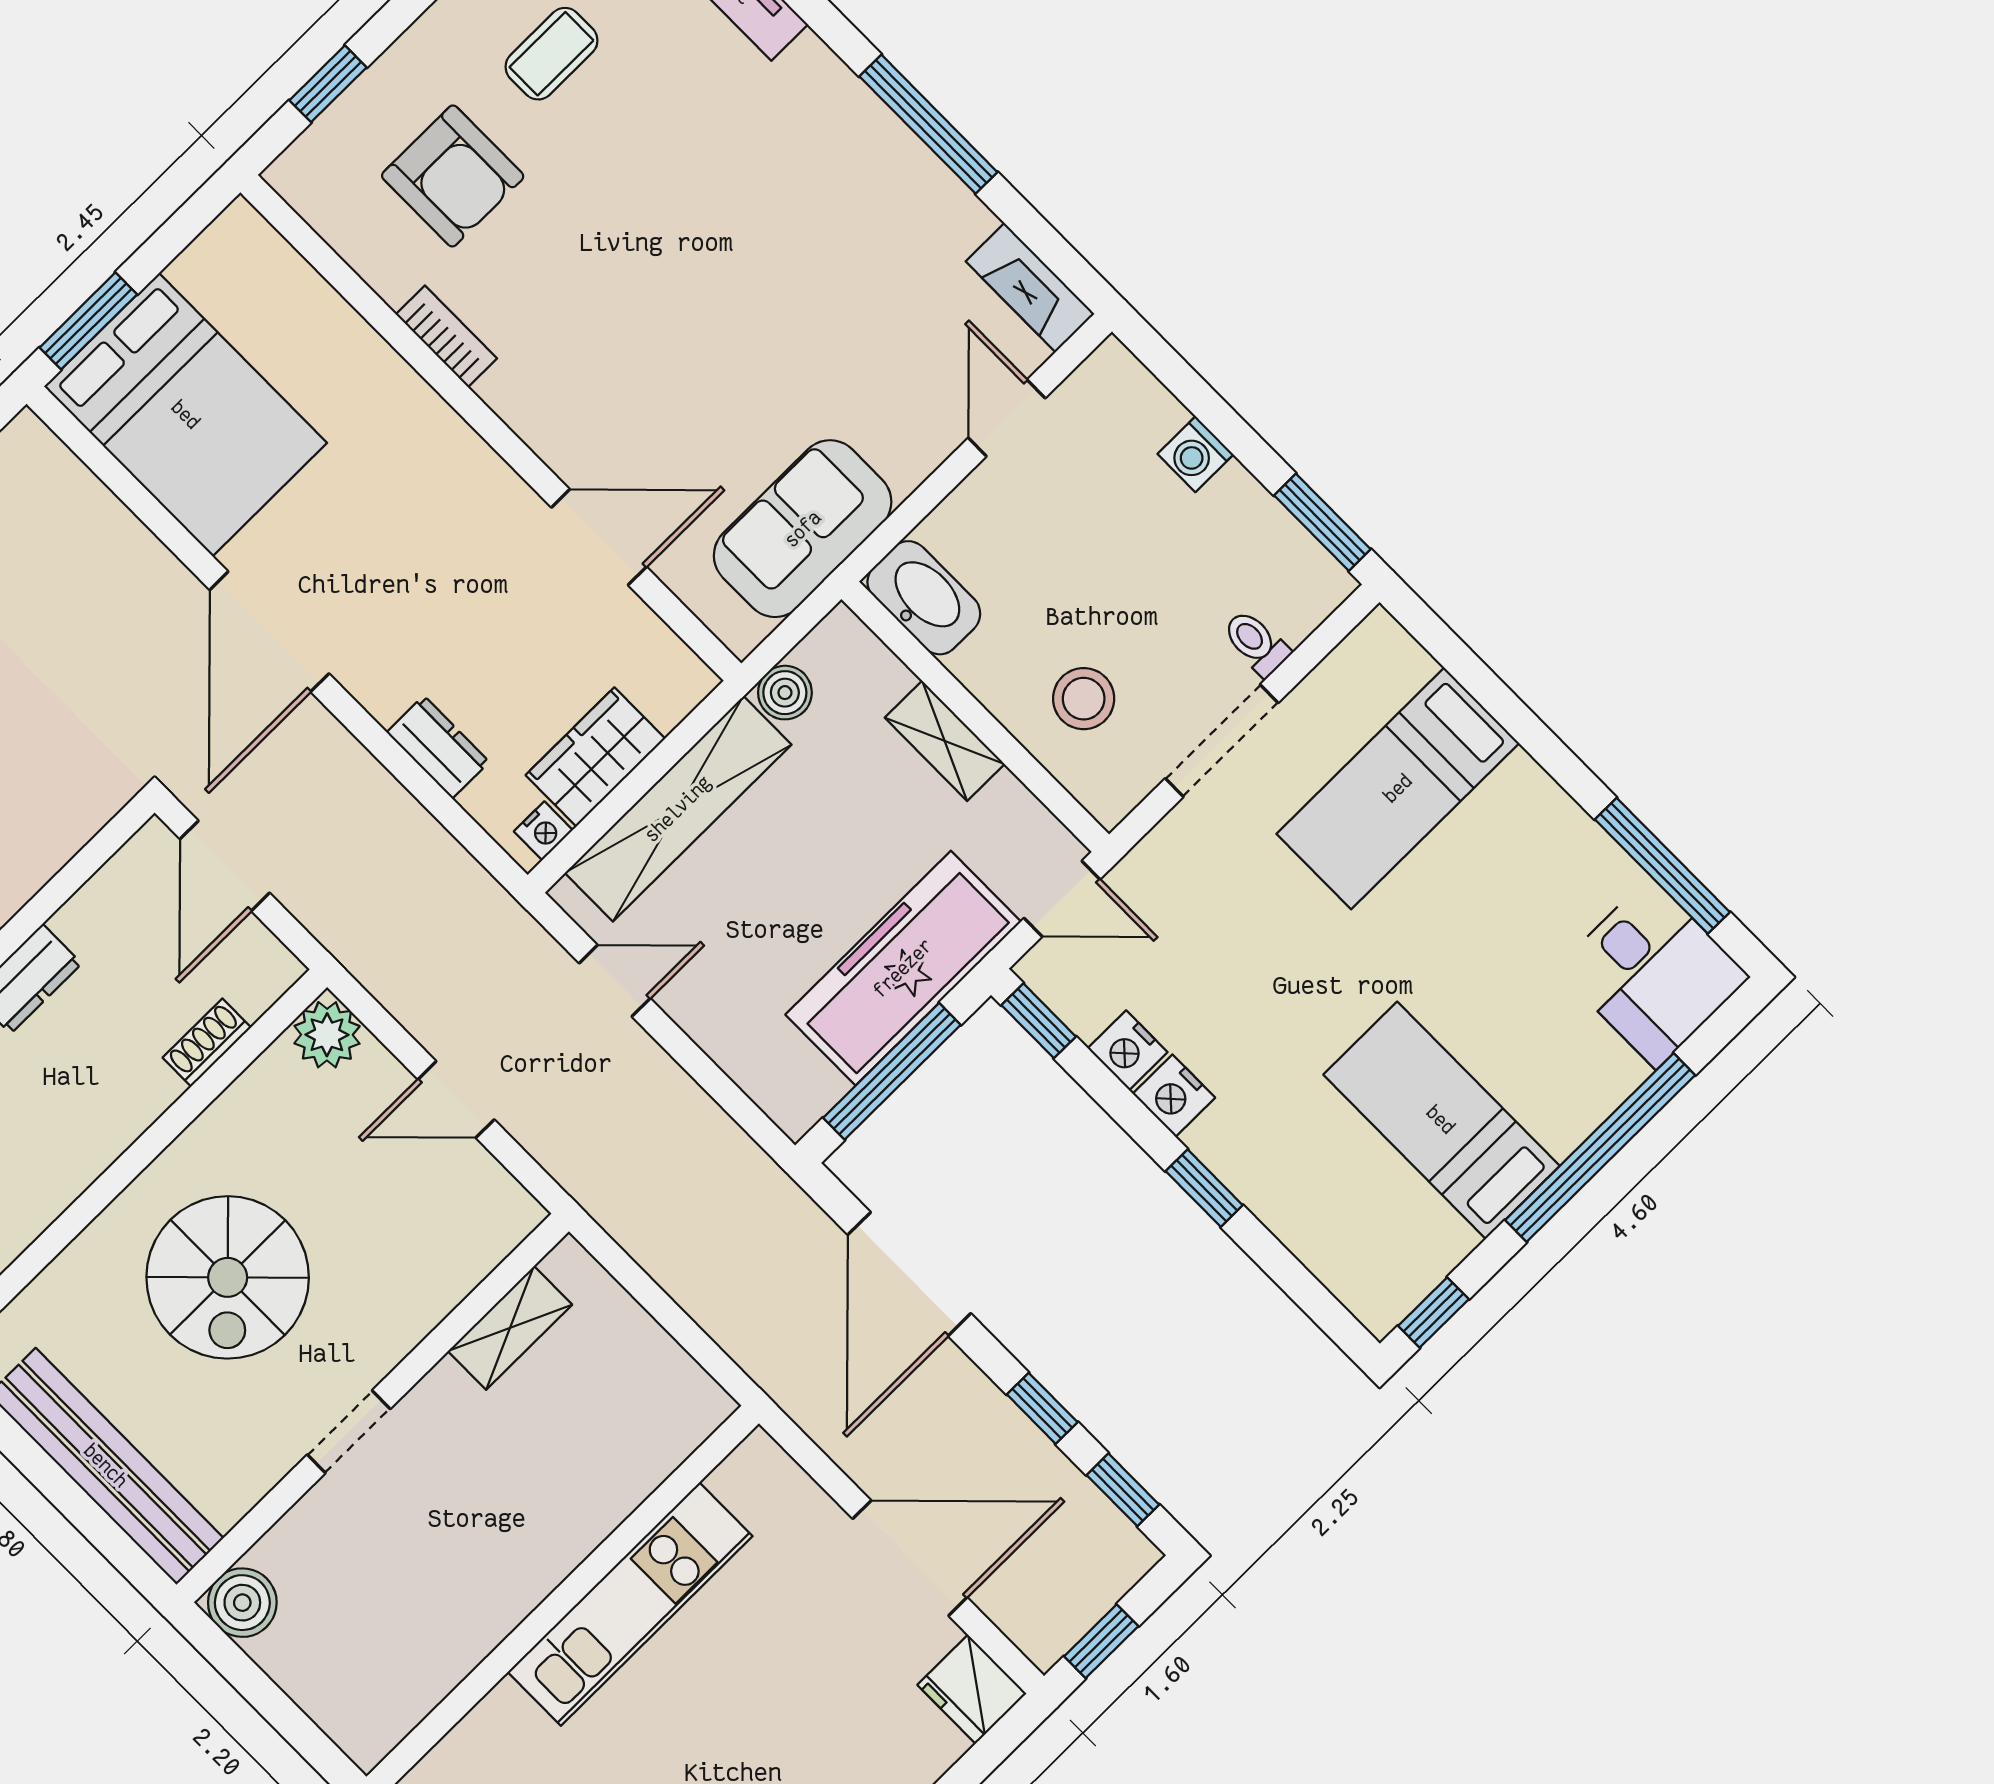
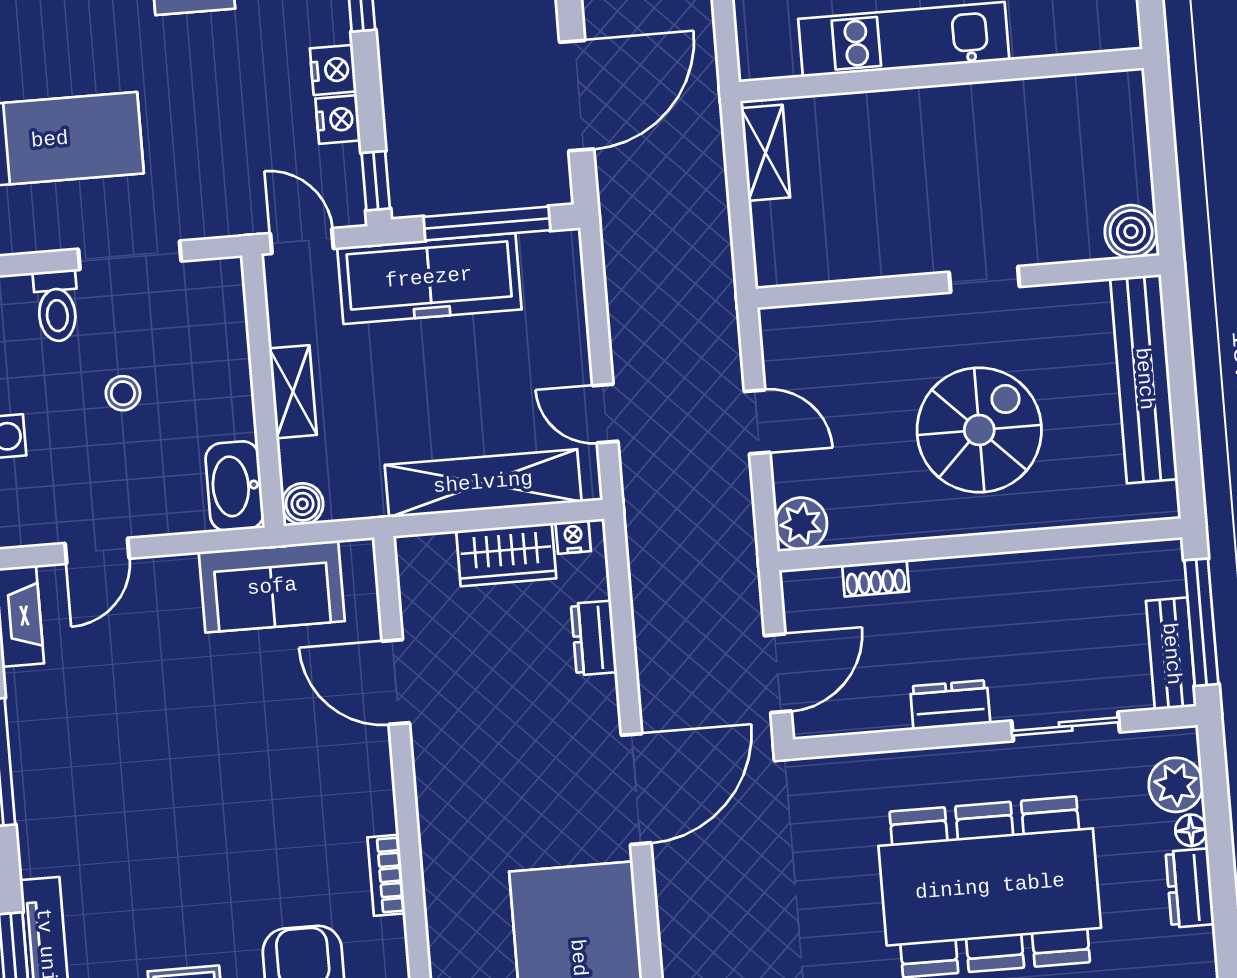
toilet: (1256, 643) -> (57, 306), width x1.37, depth x1.39
boiler: (785, 693) -> (302, 504), moved
stool: (1084, 699) -> (123, 393), moved, width x0.73, depth x0.73
shelving: (510, 1328) -> (766, 153), moved, turned 90

